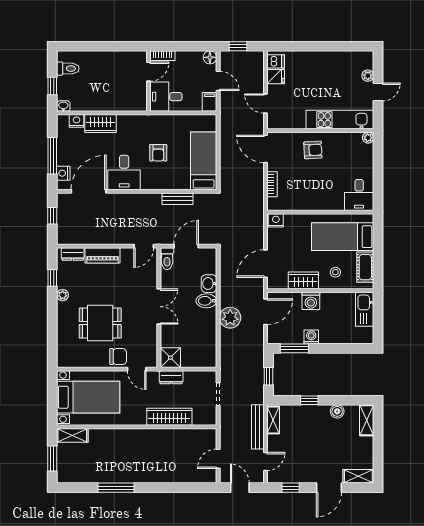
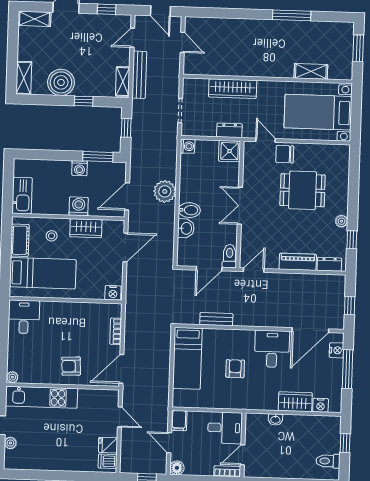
washbasin: (63, 106) -> (275, 419), moved
door: (265, 149) -> (121, 369), swing flipped
washing machine: (210, 361) -> (188, 146), added
boiler: (337, 411) -> (61, 82), width x1.86, depth x1.86
shelving: (72, 435) -> (311, 71), moved
door: (218, 459) -> (182, 42), hinge flipped

